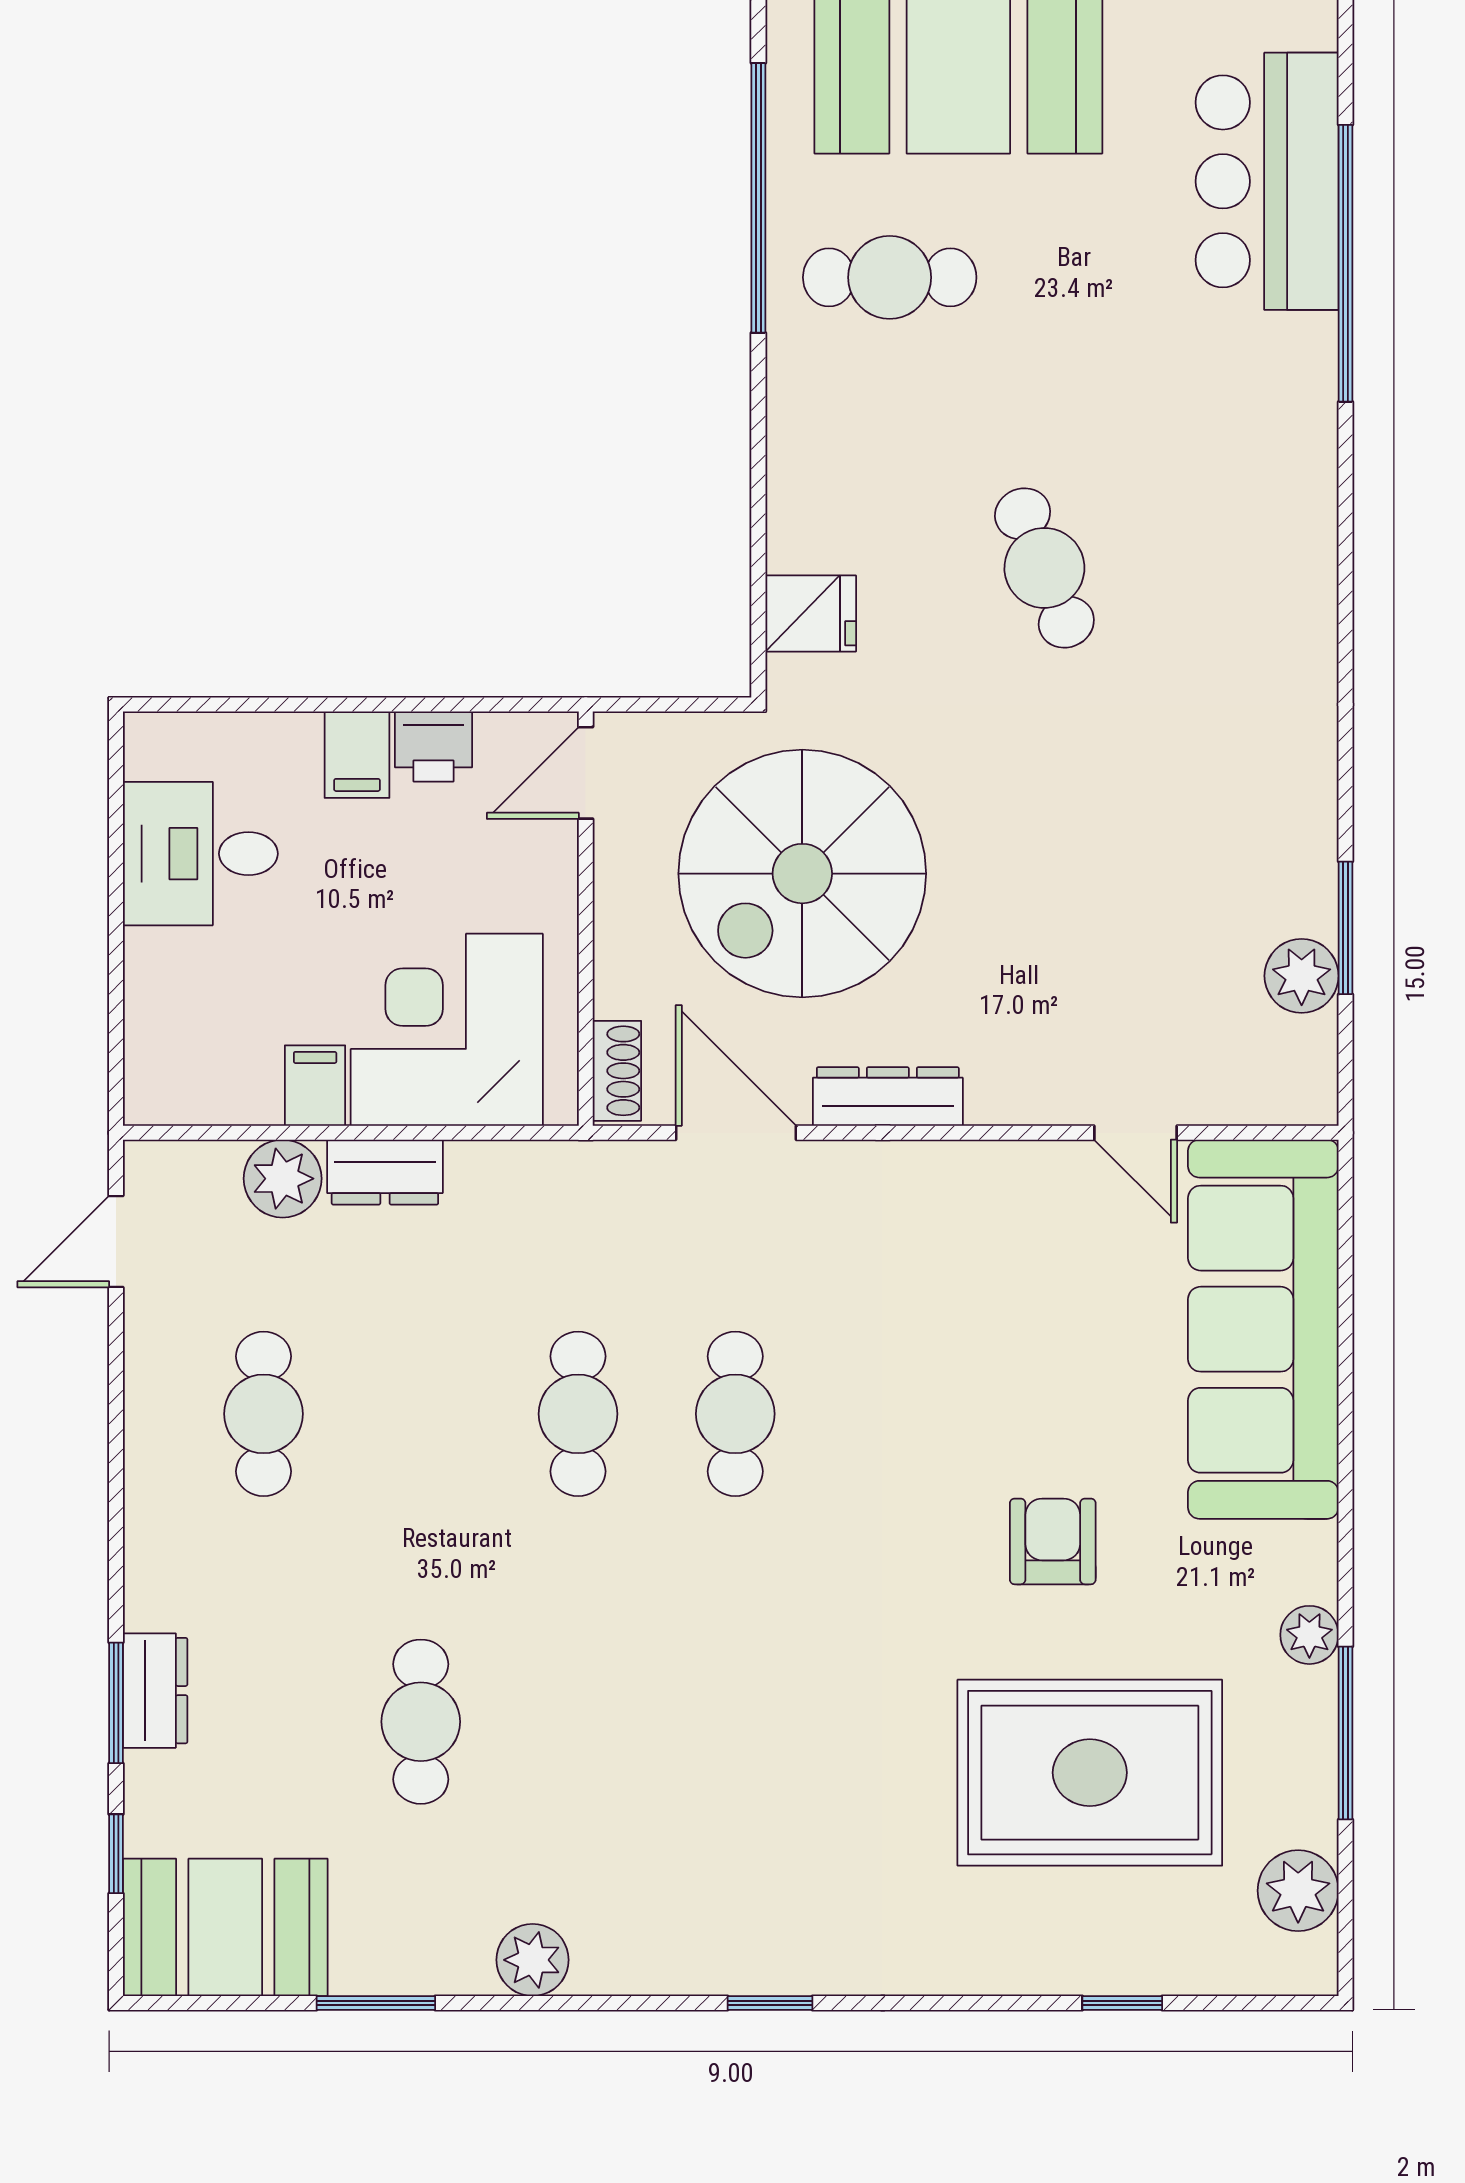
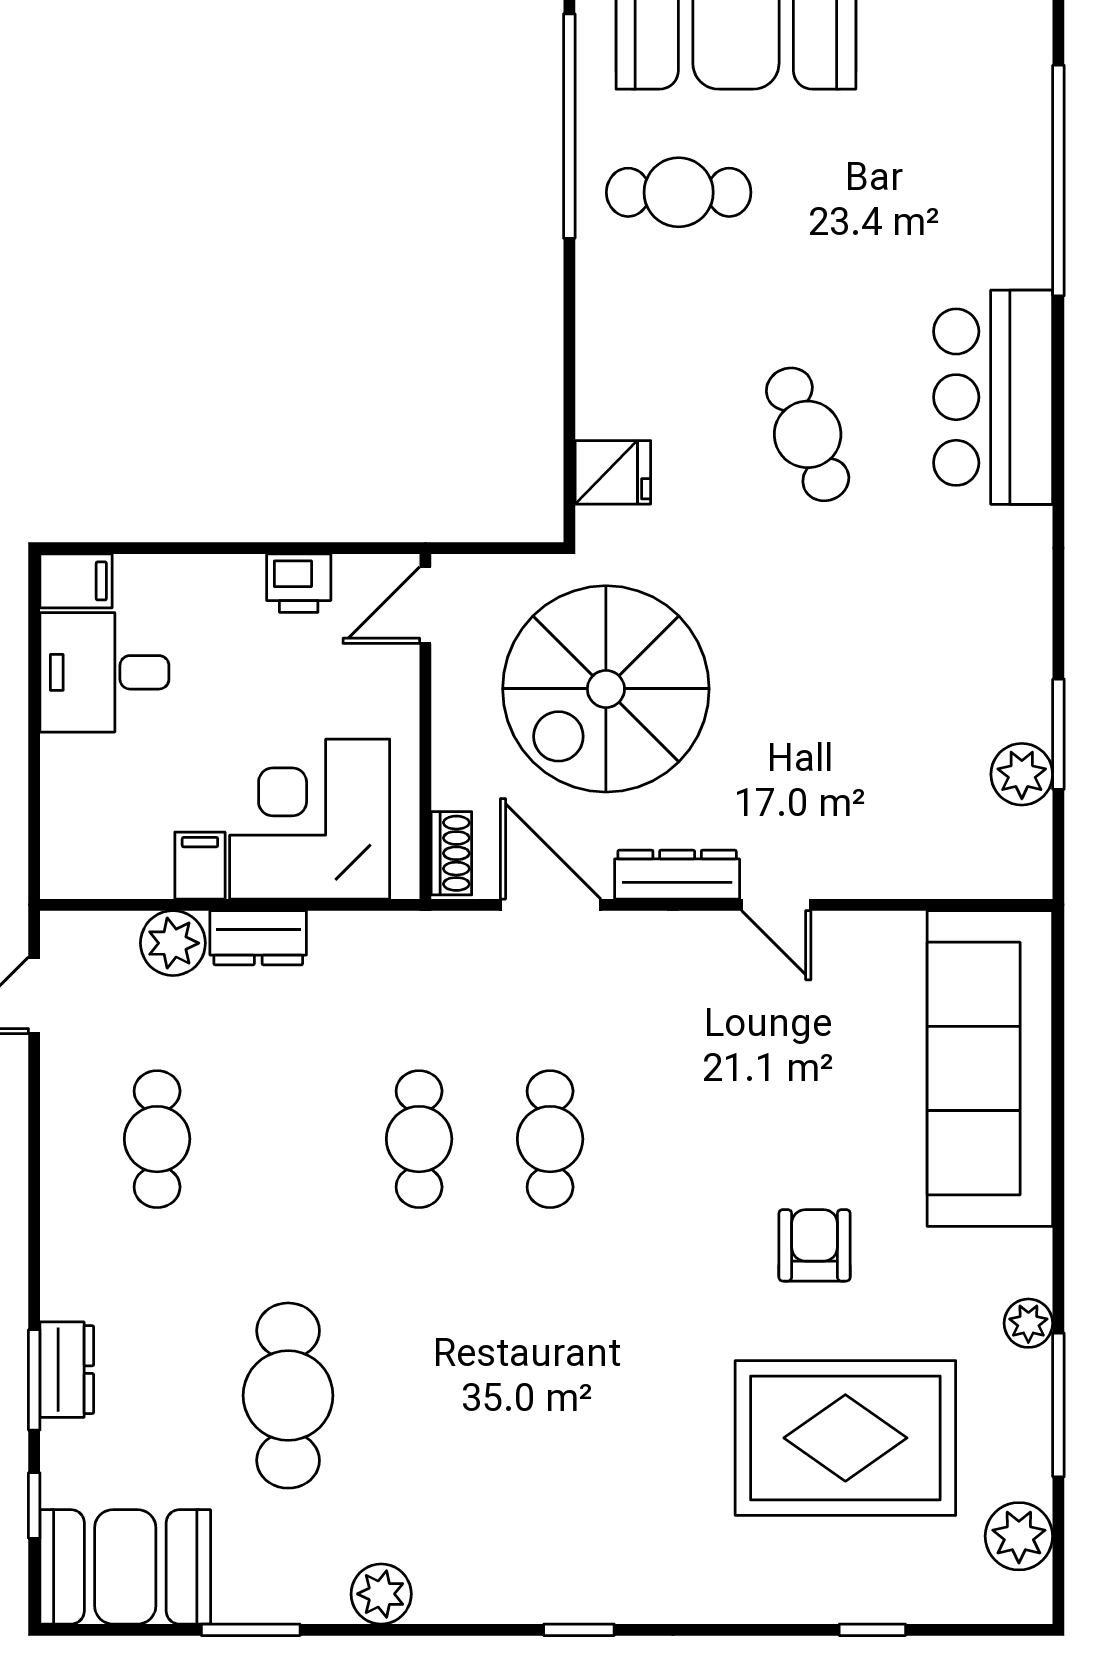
bar counter: (1267, 181) -> (993, 397), moved
filing cabinet: (357, 755) -> (76, 581), moved, turned -90
door: (1136, 1133) -> (776, 905), moved
cafe table: (421, 1722) -> (288, 1396), width x1.37, depth x1.35

